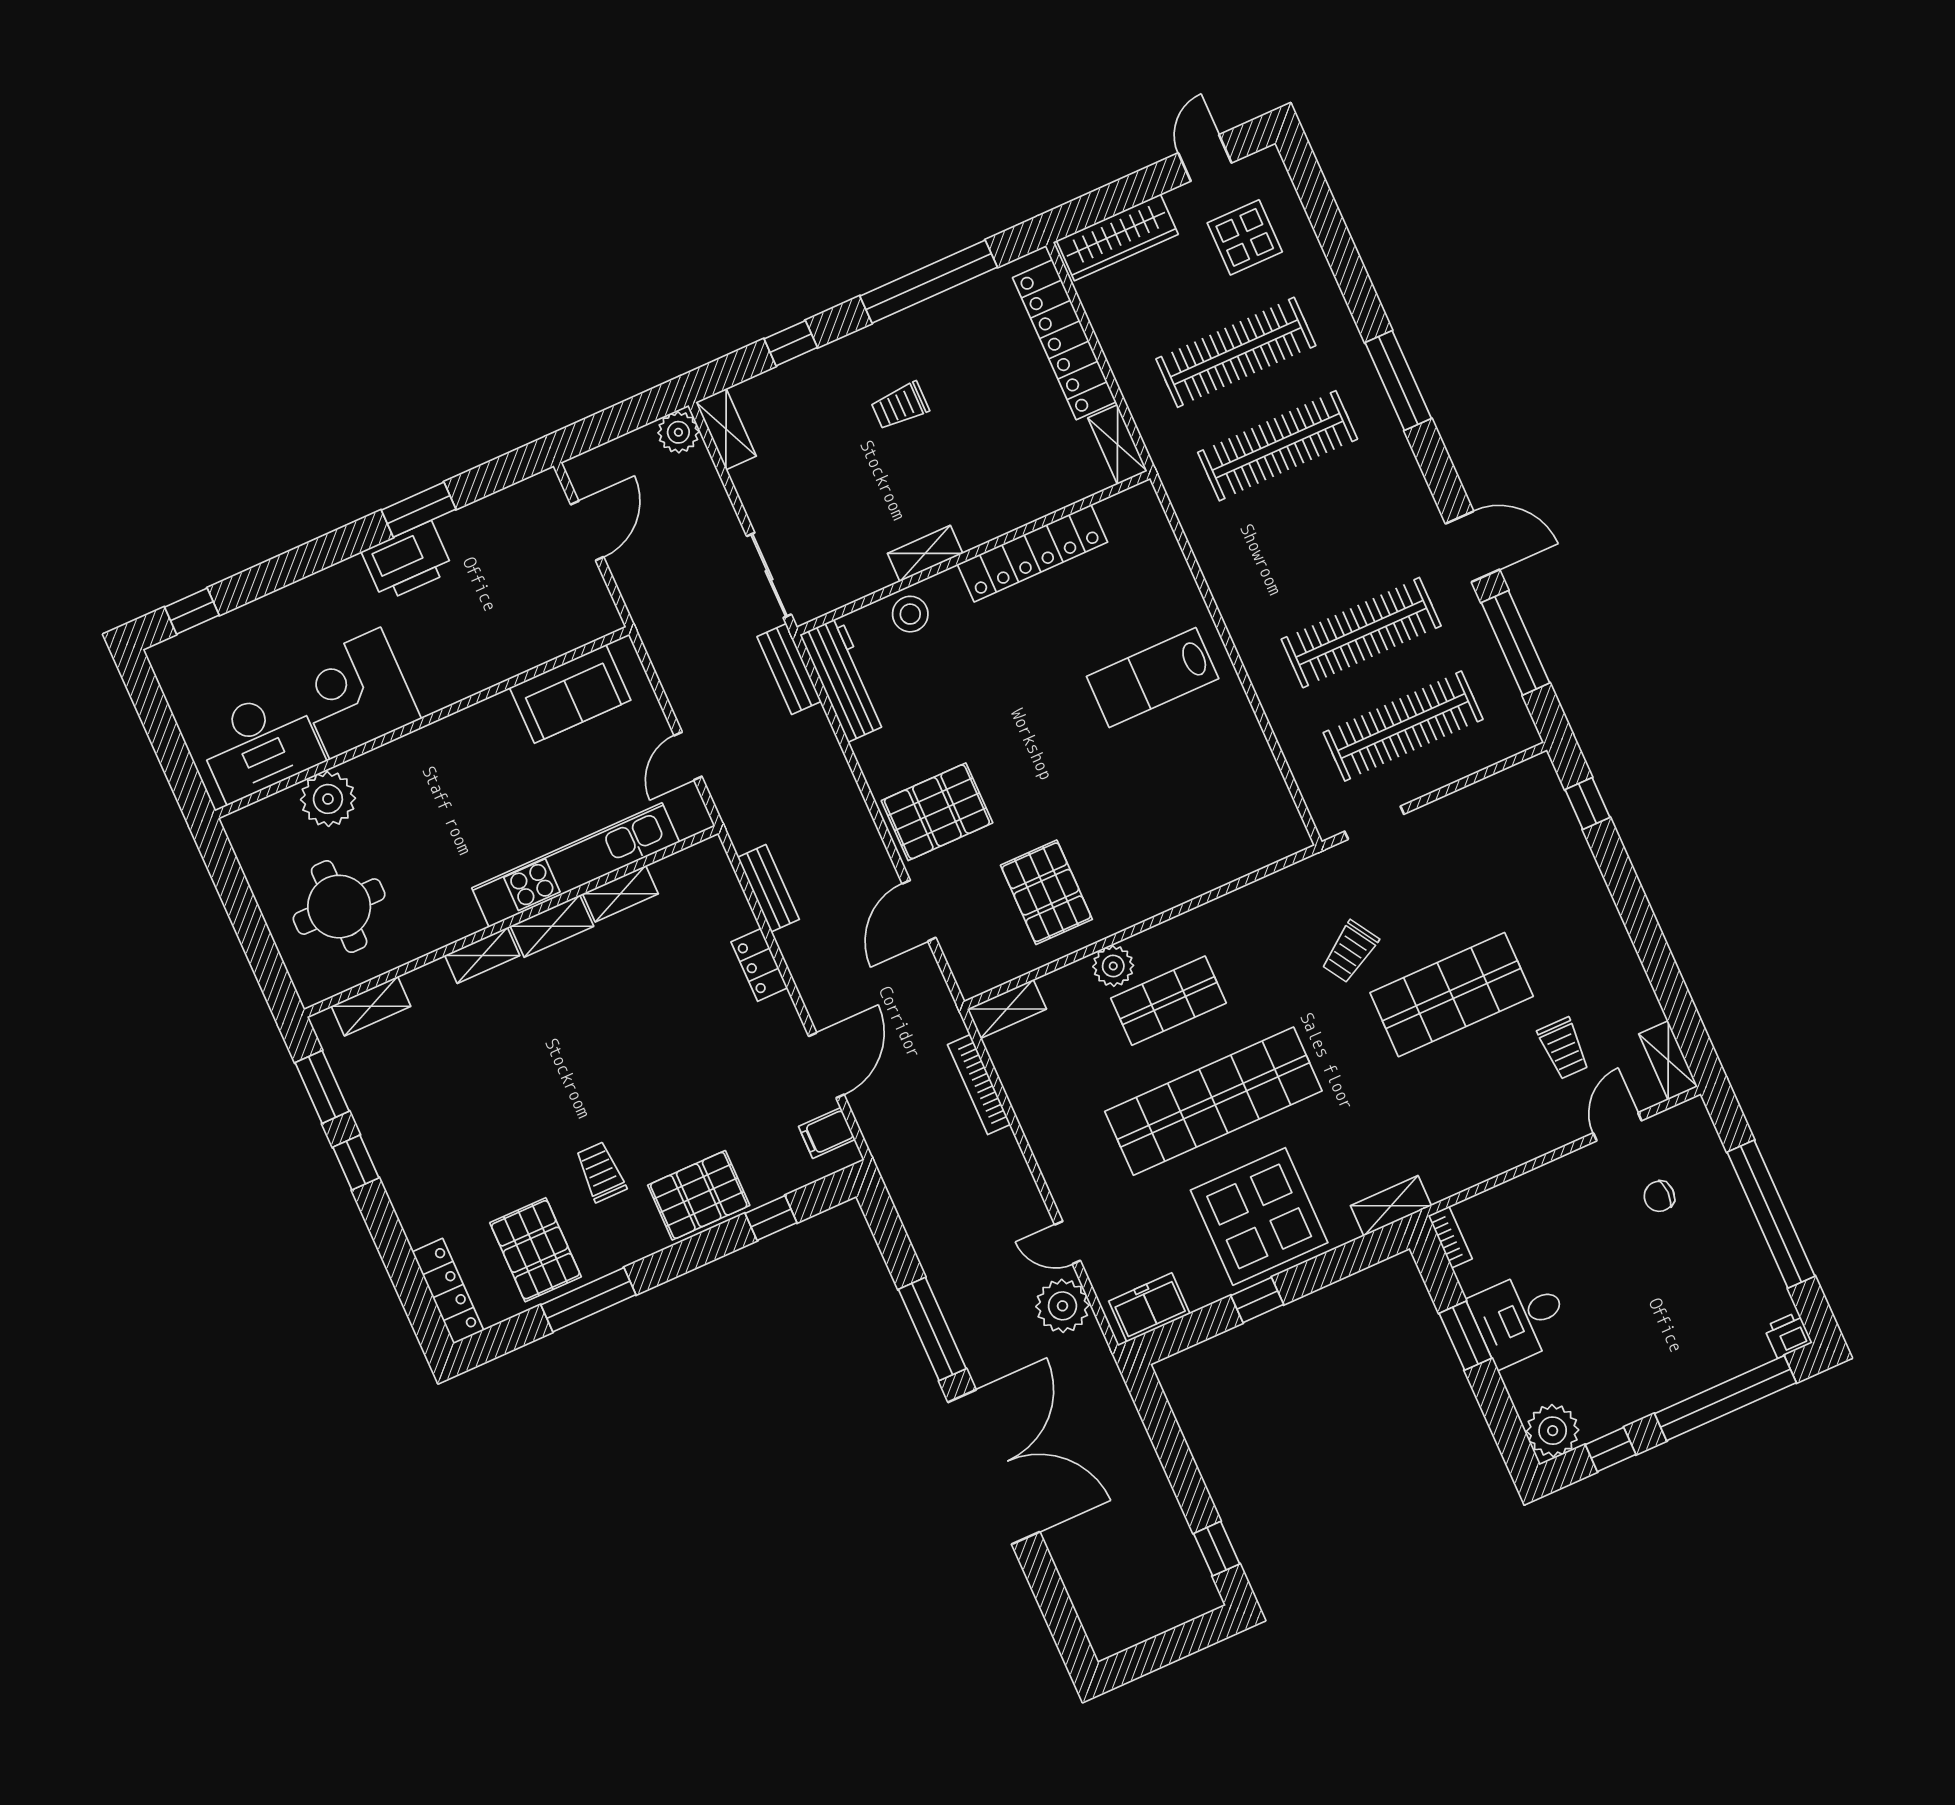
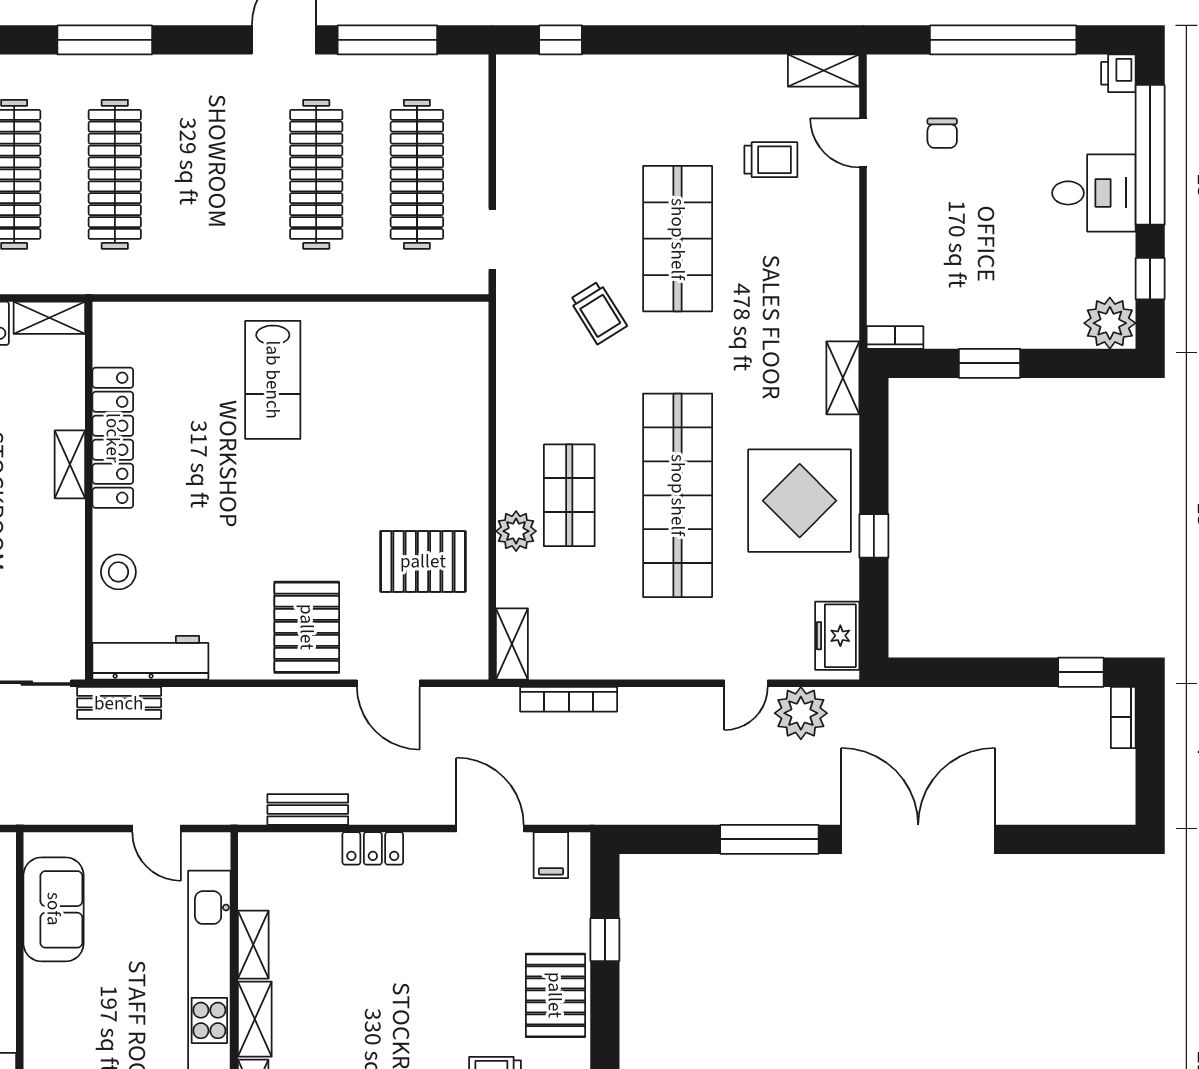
shelving: (925, 553) -> (70, 464), moved
desk: (1520, 1318) -> (1094, 193), moved, turned -90
bookcase: (1192, 1607) -> (1123, 717), added

